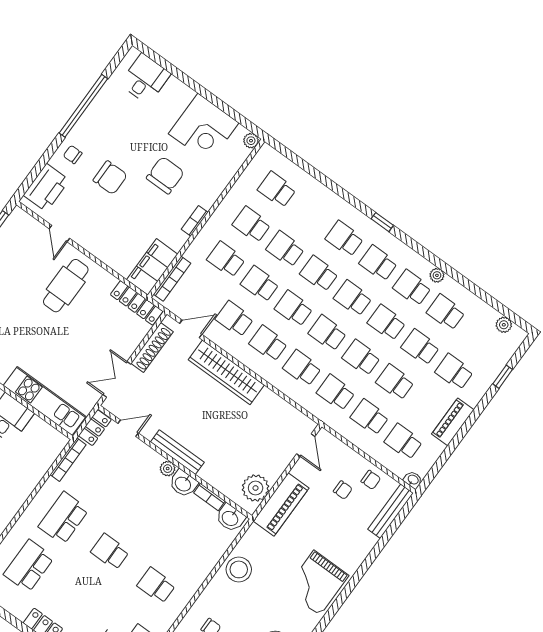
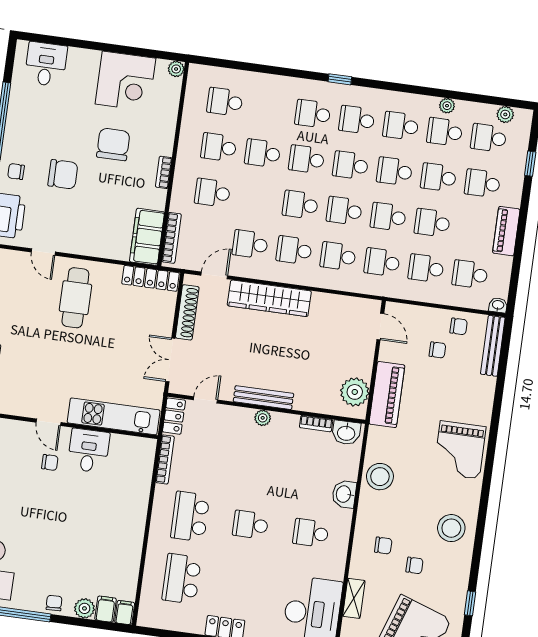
plant: (437, 275) -> (447, 106), moved
school desk: (260, 284) -> (489, 138), moved
washbasin: (183, 484) -> (344, 494), moved, turned 90

